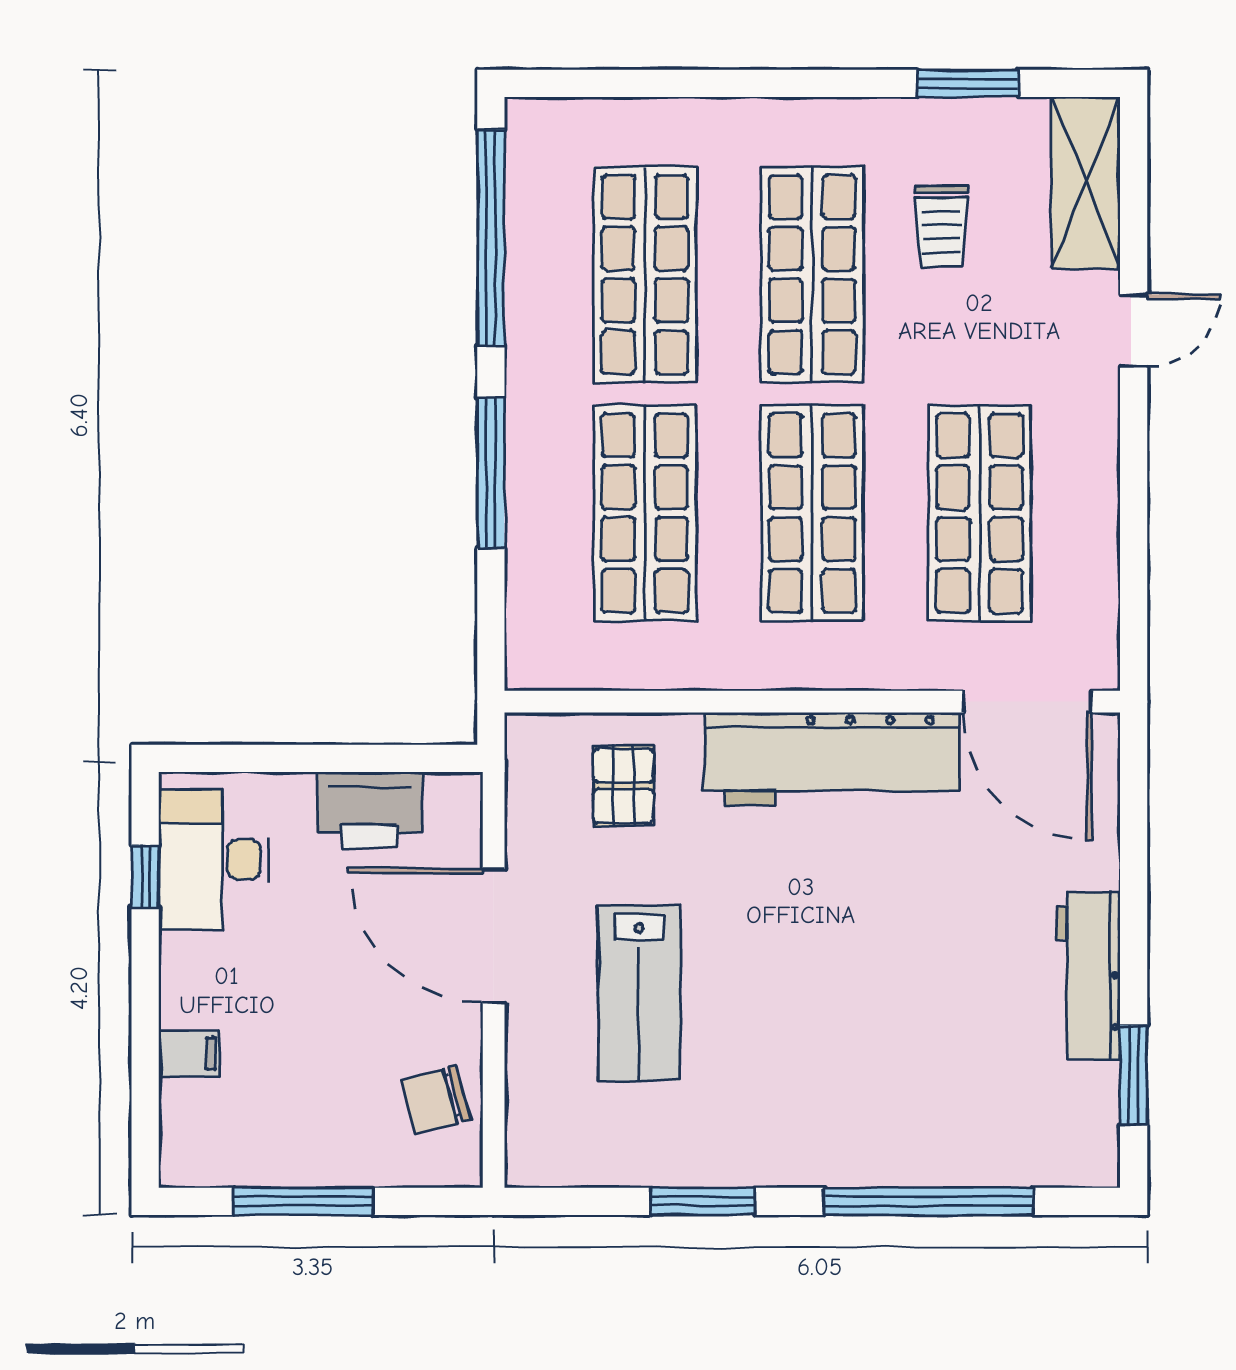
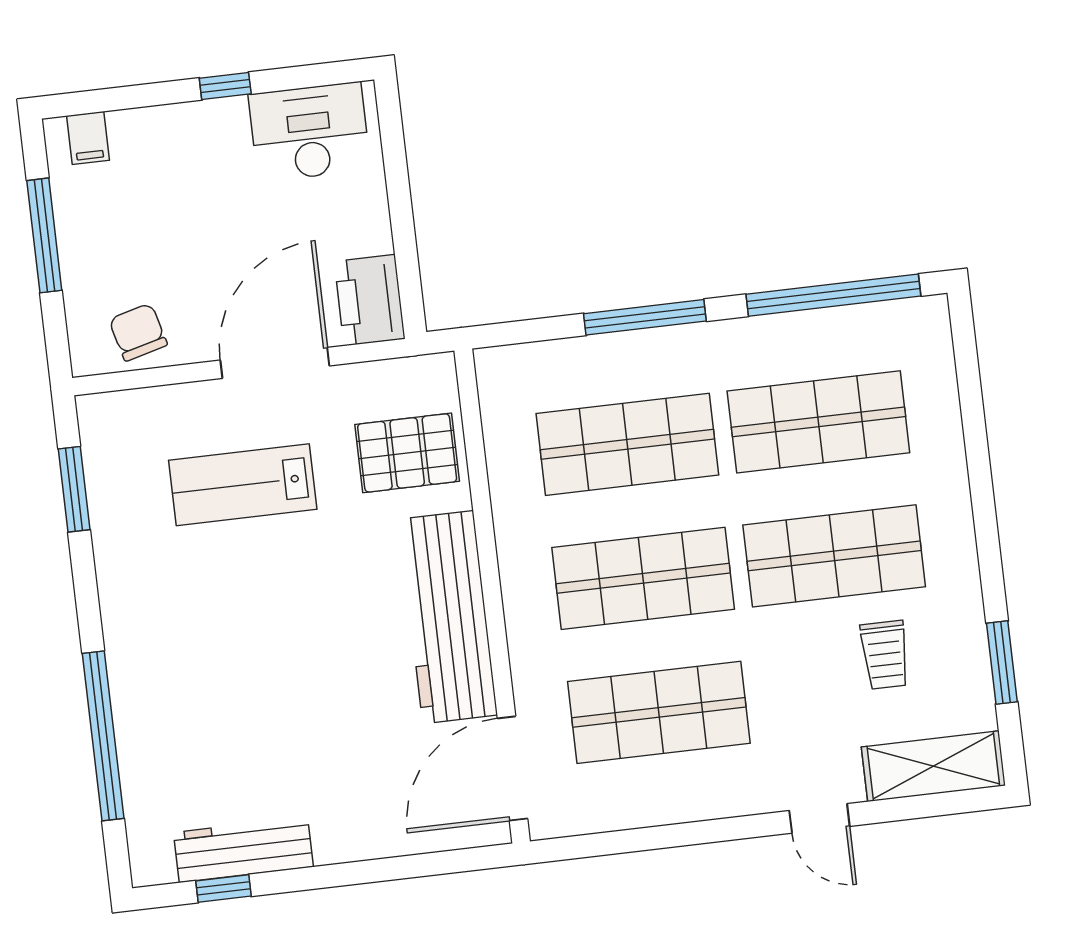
trolley: (941, 226) -> (885, 655), turned -90
pallet: (624, 786) -> (407, 453), width x1.50, depth x1.42
printer: (370, 810) -> (370, 300), moved
window: (145, 876) -> (225, 86), moved
workbench: (1089, 976) -> (243, 850), moved
filing cabinet: (189, 1053) -> (88, 138), moved
window: (1134, 1075) -> (223, 888), width x0.67
window: (703, 1201) -> (74, 489), moved

